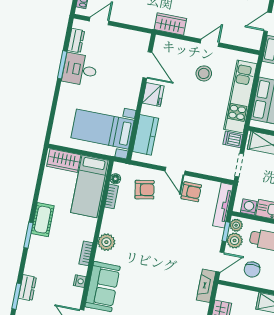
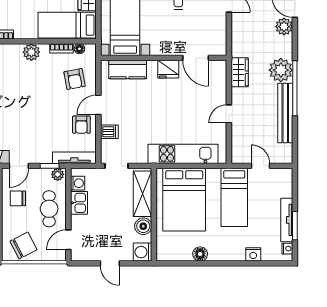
door: (210, 43) -> (229, 114), swing flipped
door: (147, 65) -> (196, 58), hinge flipped
stool: (204, 73) -> (198, 114), removed
dishwasher: (233, 139) -> (109, 132), moved, turned 90
plant: (235, 241) -> (42, 176), removed
plant: (106, 242) -> (31, 52), moved
door: (220, 262) -> (19, 166), hinge flipped

